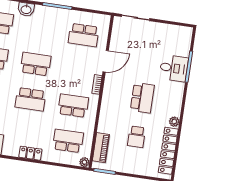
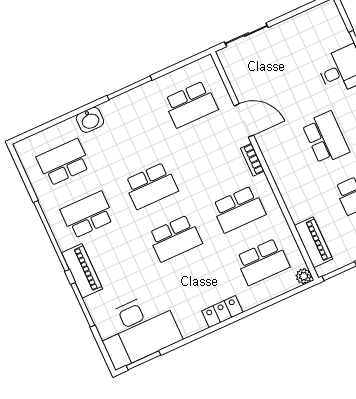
door: (106, 61) -> (244, 120), hinge flipped
school desk: (36, 64) -> (151, 186), turned 180
school desk: (73, 106) -> (239, 209), turned 180
school desk: (68, 141) -> (263, 262), turned 180

